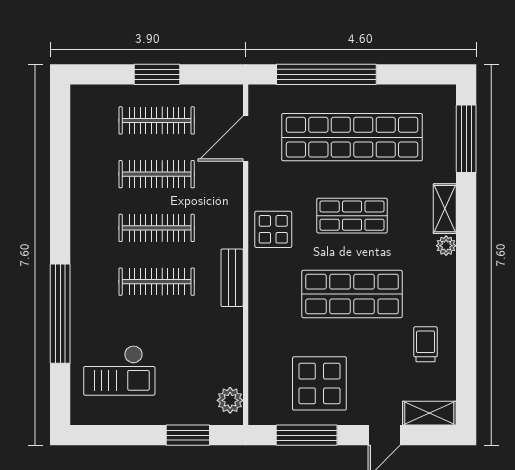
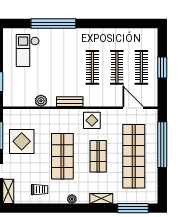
plant: (446, 246) -> (72, 199), moved
clothes rail: (157, 282) -> (68, 67), removed
plant: (230, 400) -> (41, 101), moved

